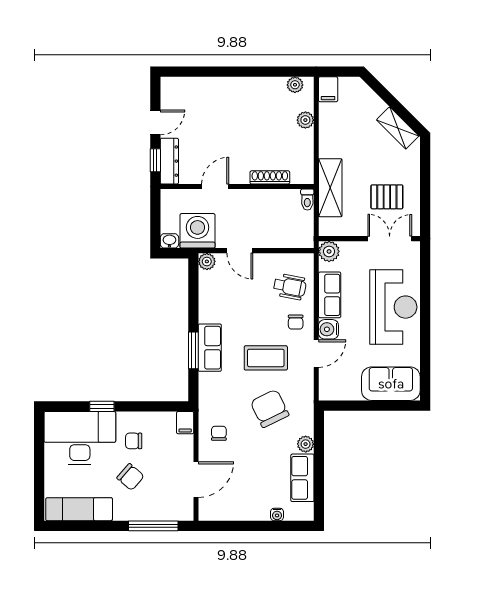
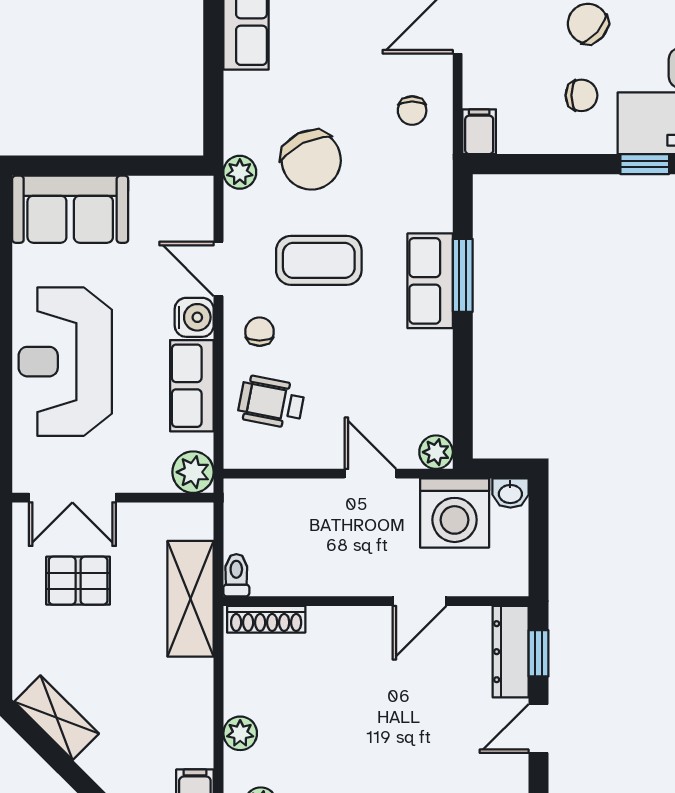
shoe rack: (270, 177) -> (266, 619), moved
door: (316, 354) -> (219, 269), hinge flipped
plant: (306, 444) -> (240, 172), moved

